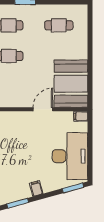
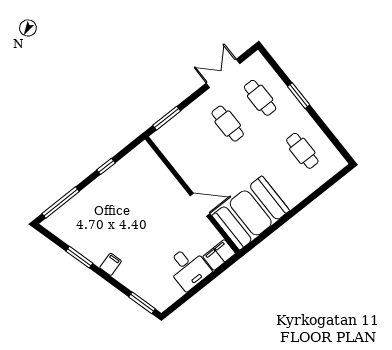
filing cabinet: (81, 116) -> (219, 255), width x2.00
desk: (70, 156) -> (188, 268), width x0.53, depth x0.77

